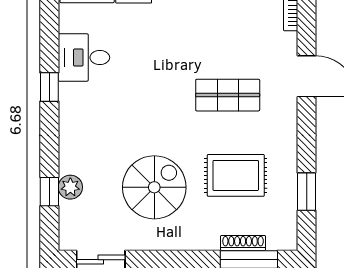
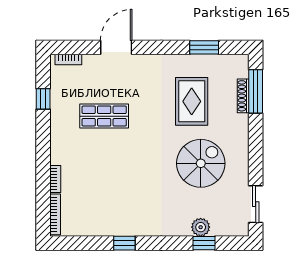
desk: (84, 58) -> (102, 217), removed
shop shelf: (228, 95) -> (104, 116), moved, turned 90
spiral stairs: (154, 187) -> (201, 163), turned 90

